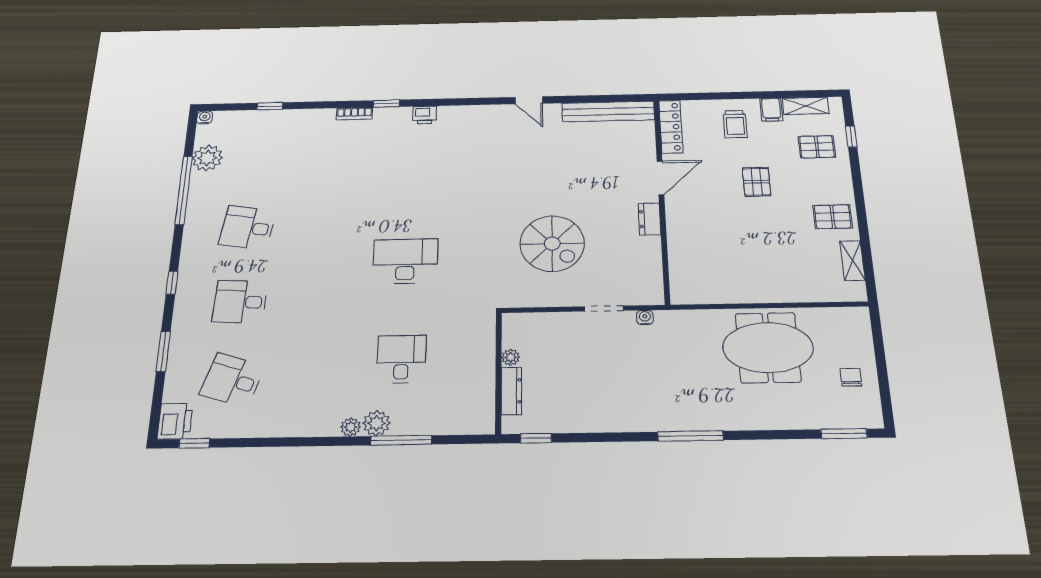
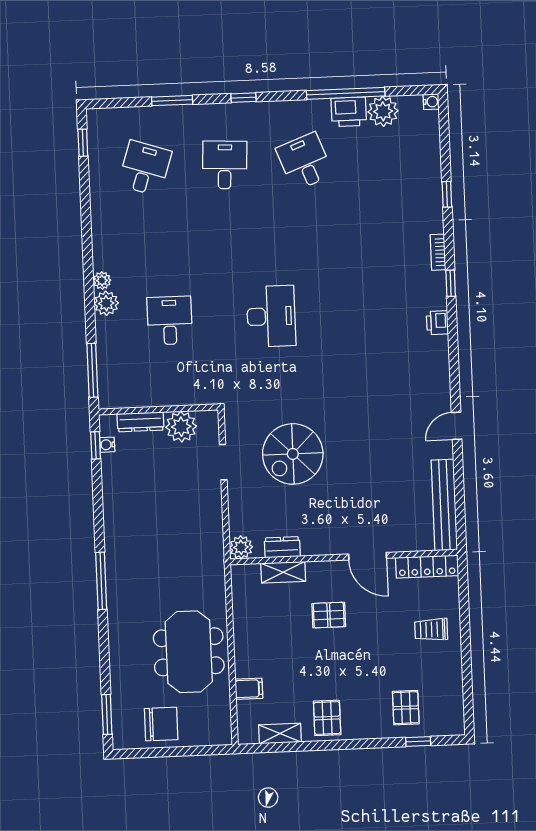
window: (270, 106) -> (447, 194), moved
shelving: (806, 106) -> (283, 572), moved, turned 90
filing cabinet: (771, 110) -> (249, 689), moved, turned 180
pallet: (757, 182) -> (329, 615), moved
dresser: (650, 219) -> (282, 547), moved
desk: (247, 228) -> (305, 162), turned -30
plant: (652, 294) -> (241, 547), added
doorway: (604, 309) -> (223, 462), moved
water cooler: (645, 317) -> (107, 445), moved, turned 180
plant: (511, 357) -> (181, 427), width x1.88, depth x1.88
desk: (401, 359) -> (170, 320), turned -90
chair: (851, 377) -> (161, 724), width x1.87, depth x1.87
printer: (175, 421) -> (349, 112), moved
window: (401, 440) -> (92, 370), moved

